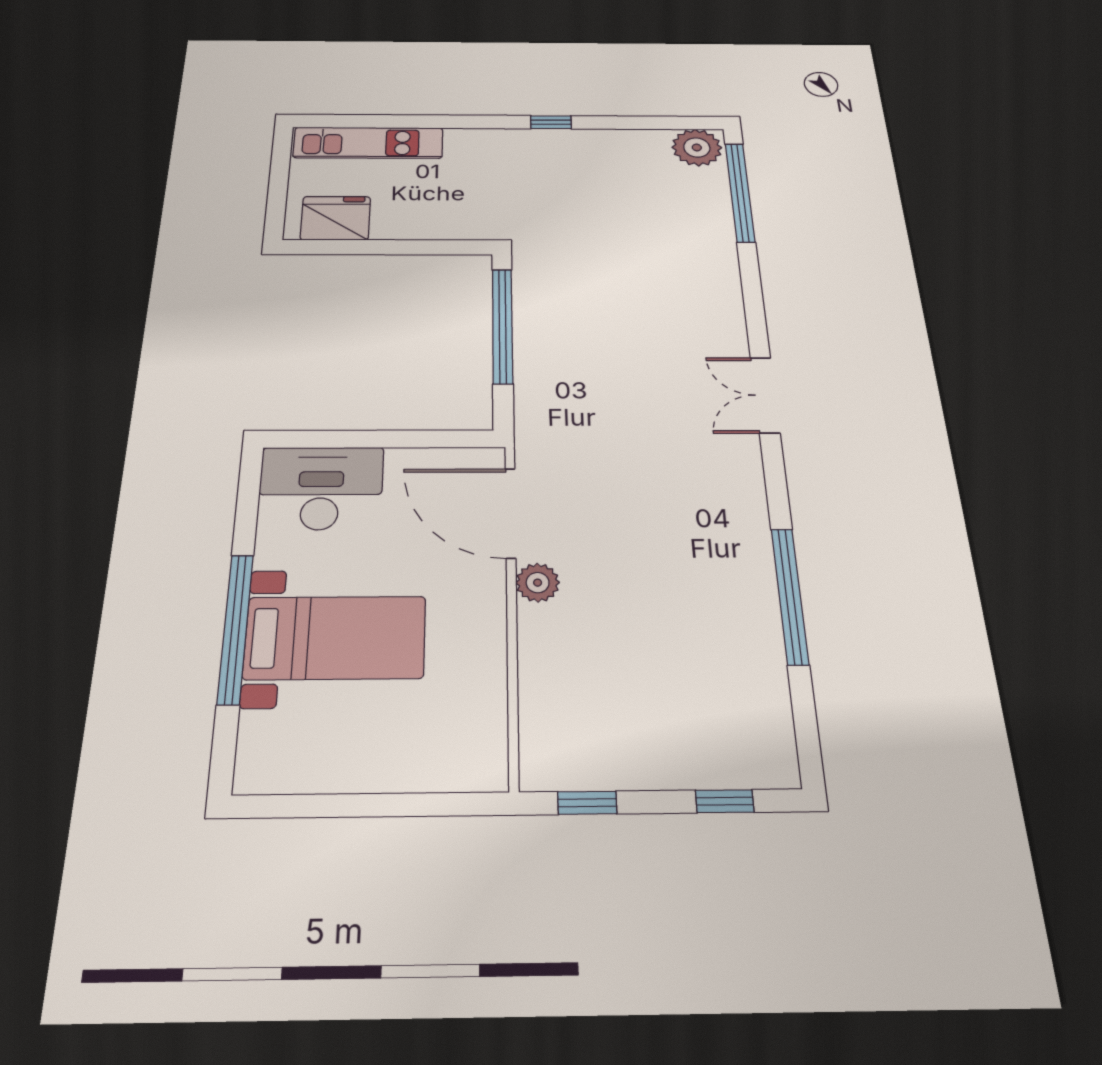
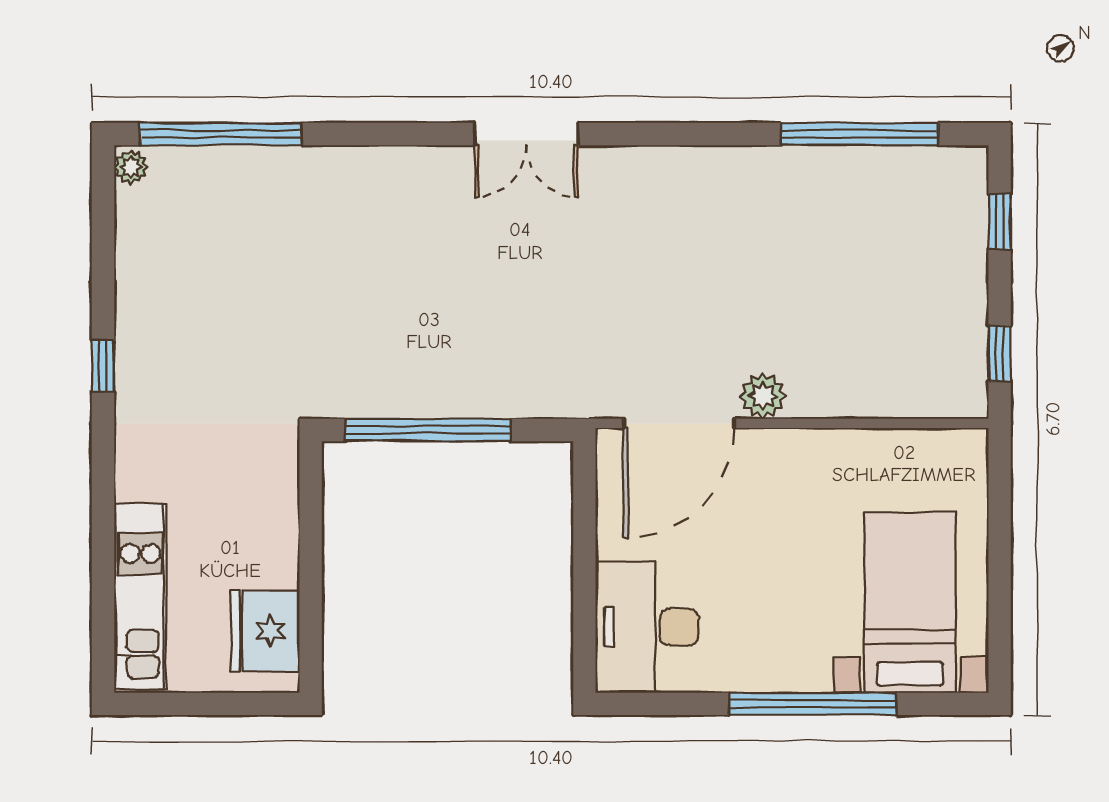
plant: (697, 148) -> (131, 167), width x0.53, depth x0.53
window: (790, 596) -> (860, 134), moved
bed with nightstands: (335, 638) -> (910, 602), moved

